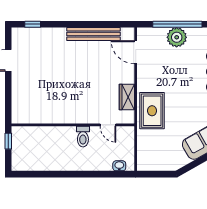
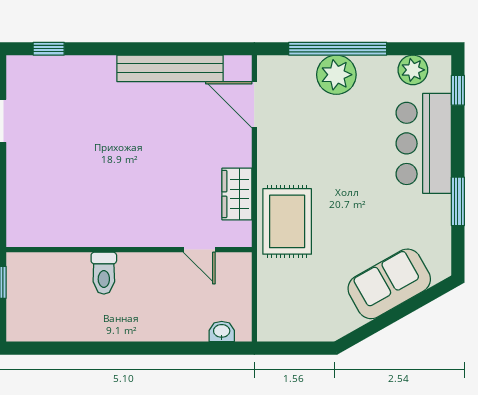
toilet: (83, 137) -> (104, 273), moved

